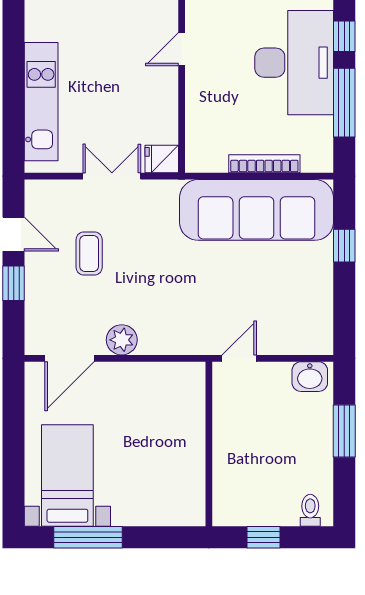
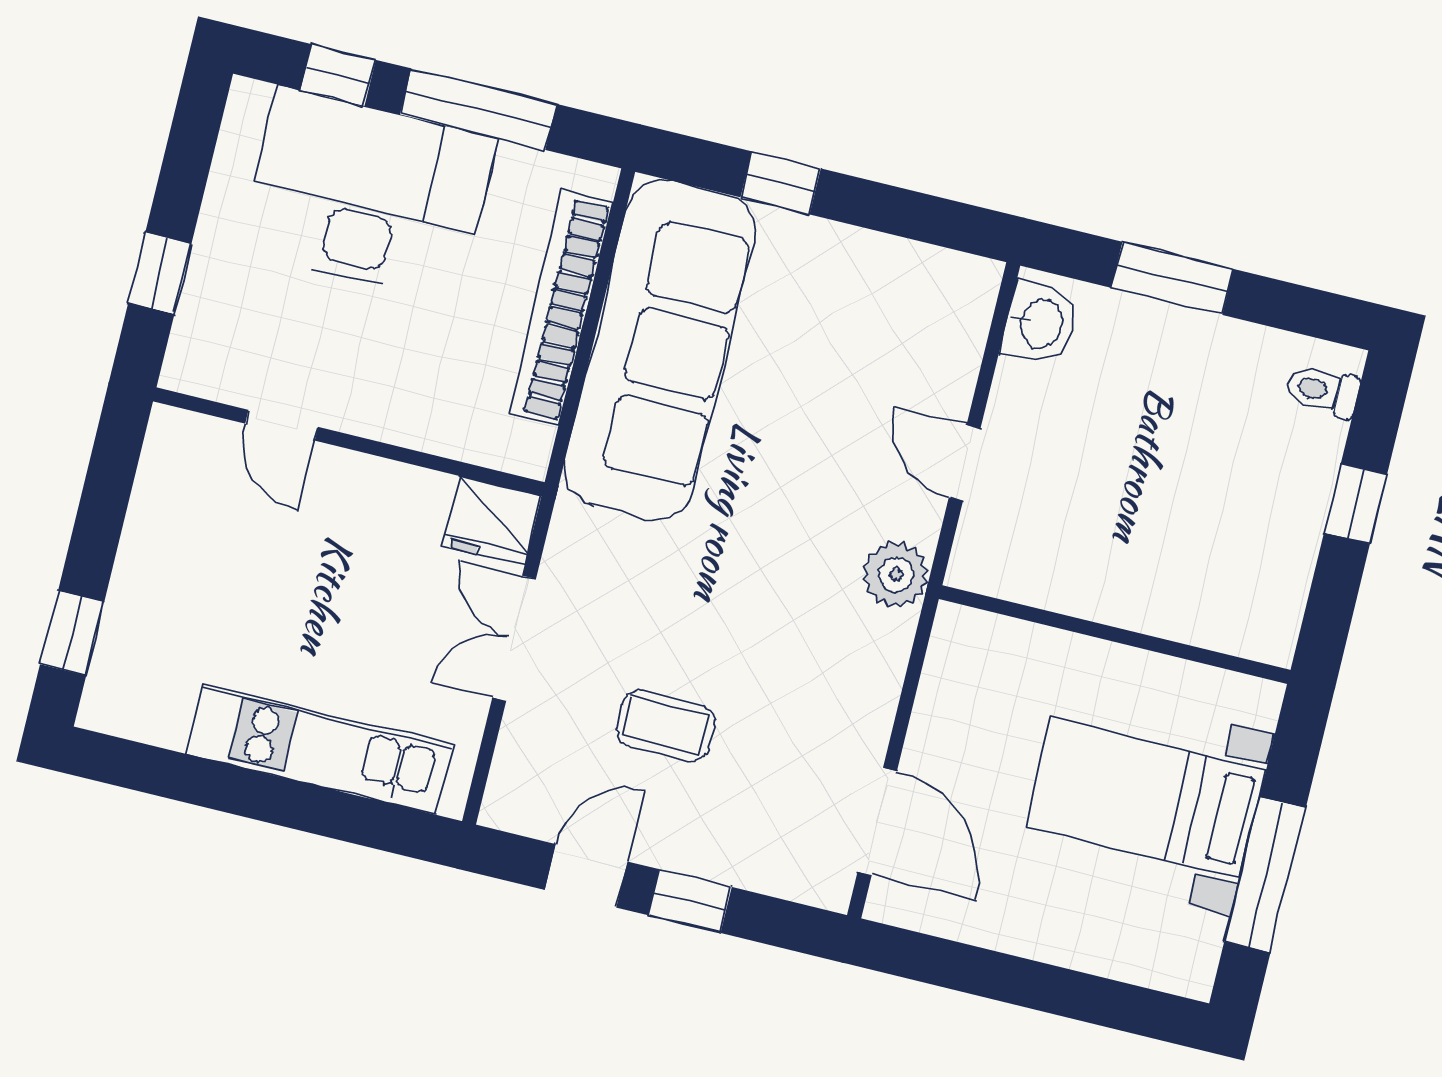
fridge: (162, 159) -> (492, 521), width x1.38
bookcase: (264, 164) -> (561, 308), width x1.48, depth x1.31
plant: (122, 340) -> (896, 575), moved
wall: (209, 444) -> (1115, 634), moved
bed with nightstands: (67, 476) -> (1145, 798), moved

